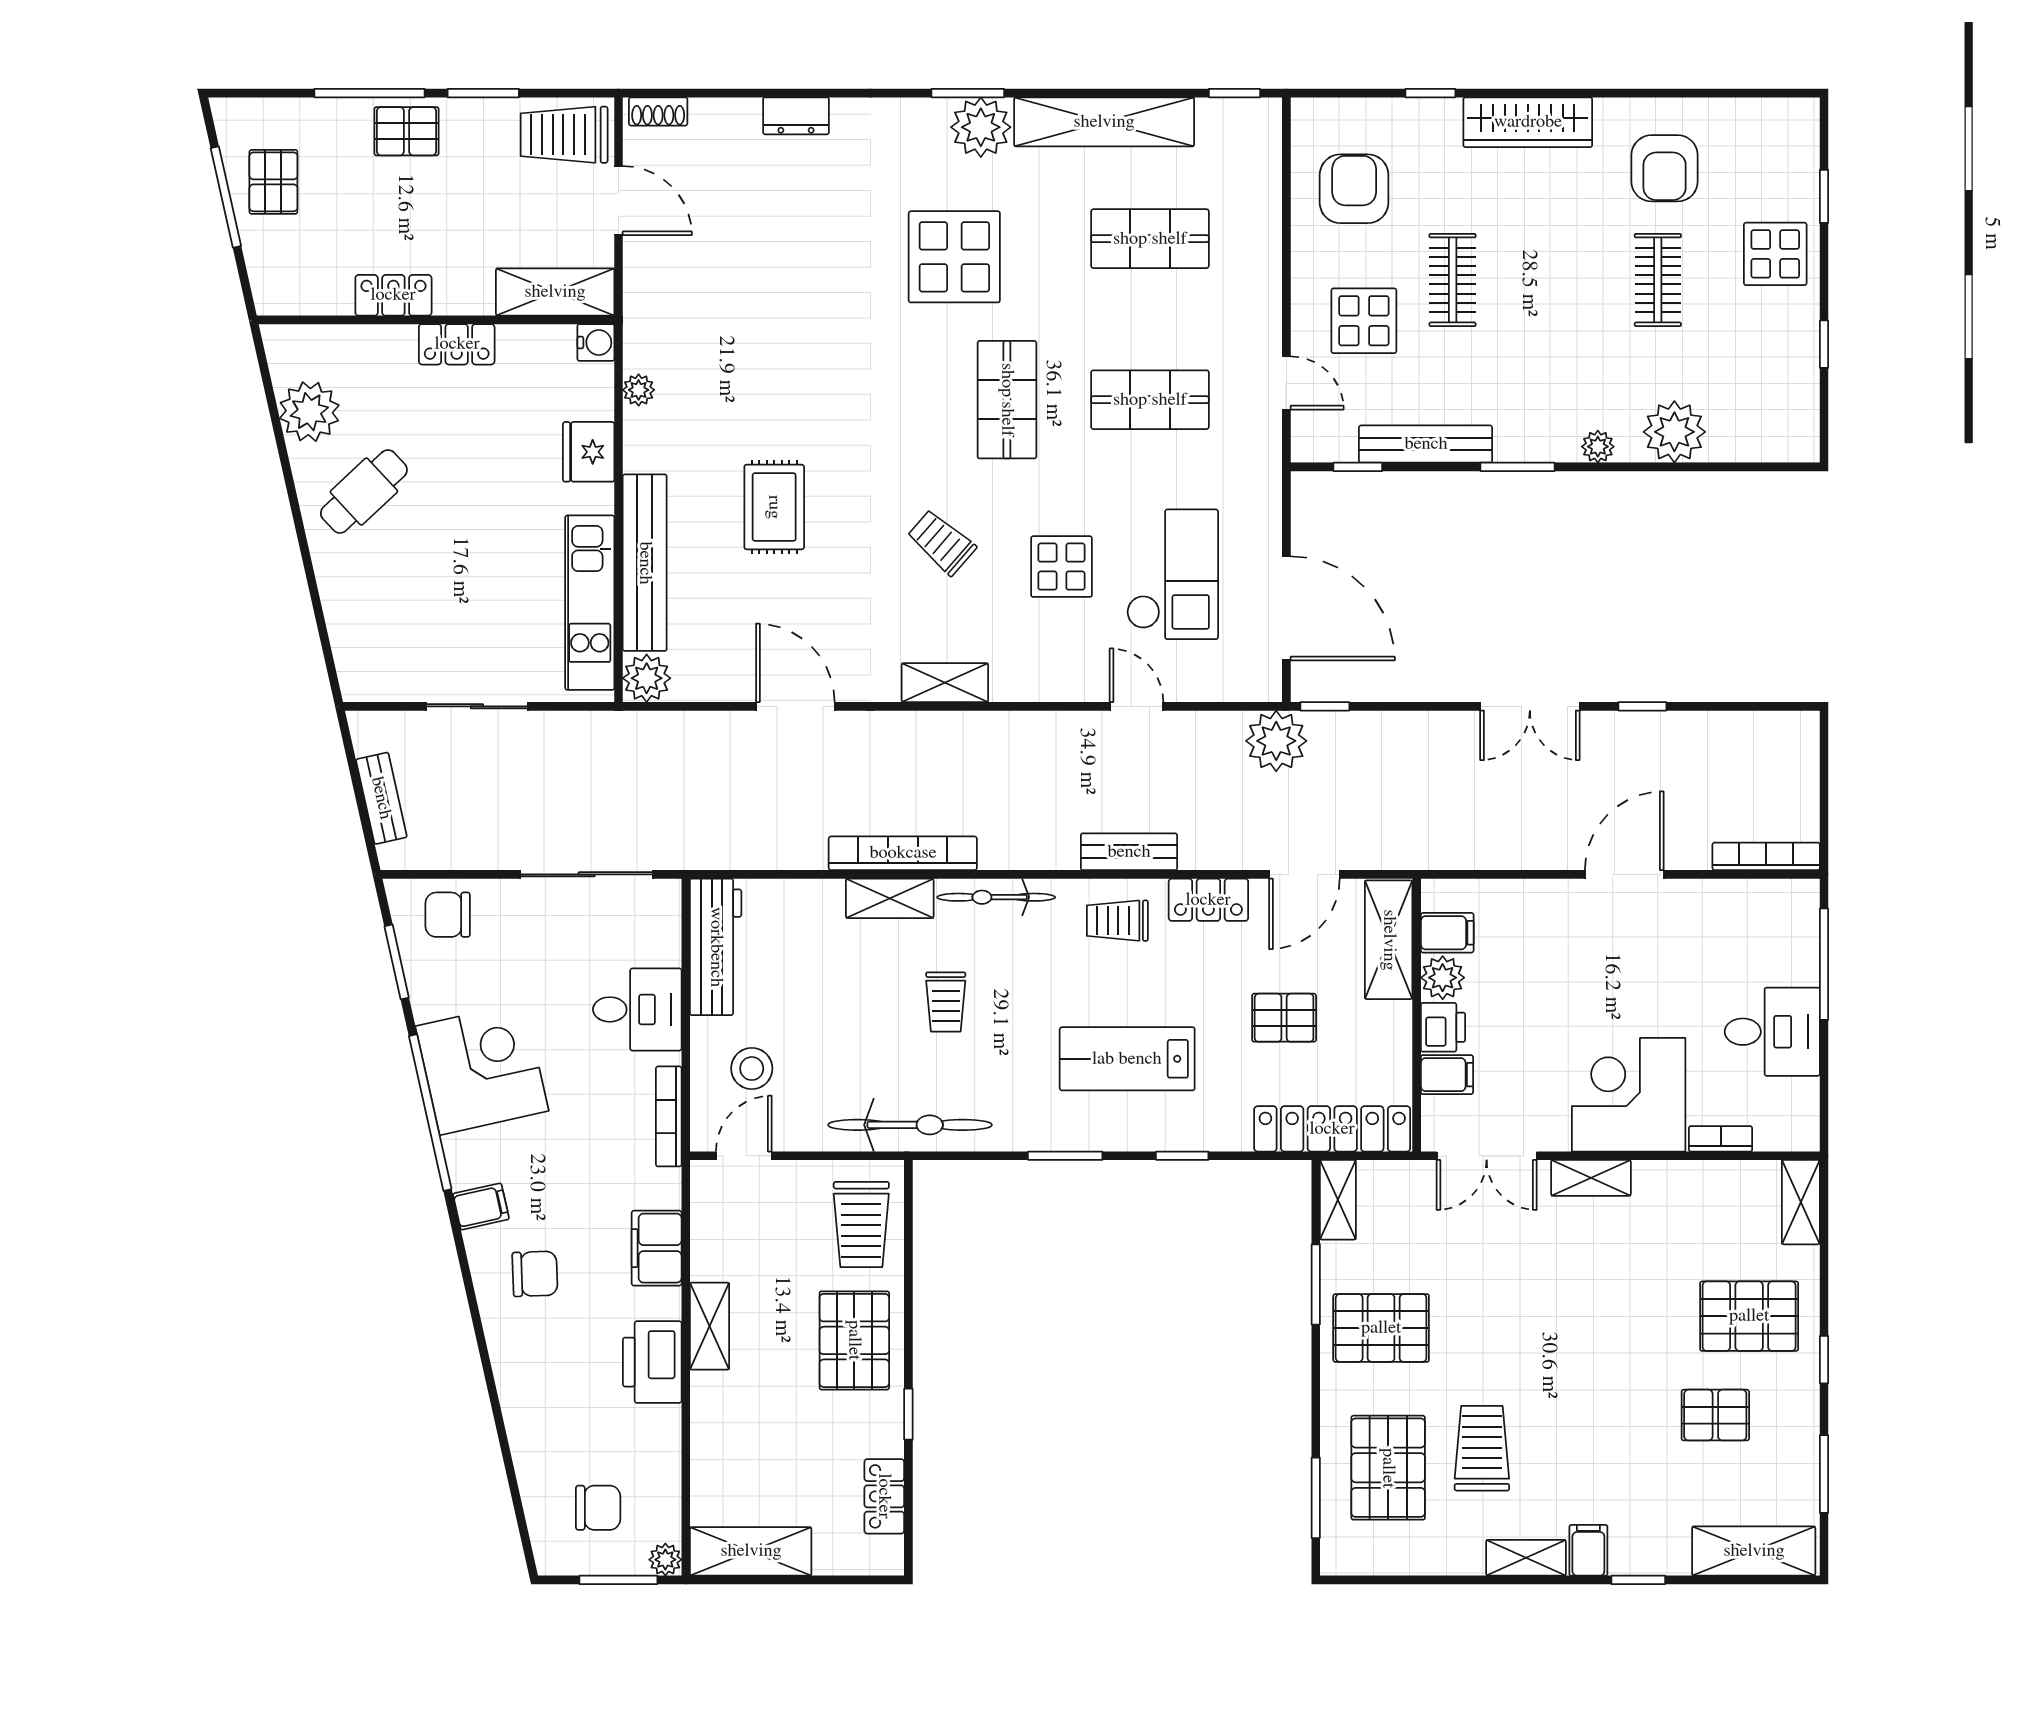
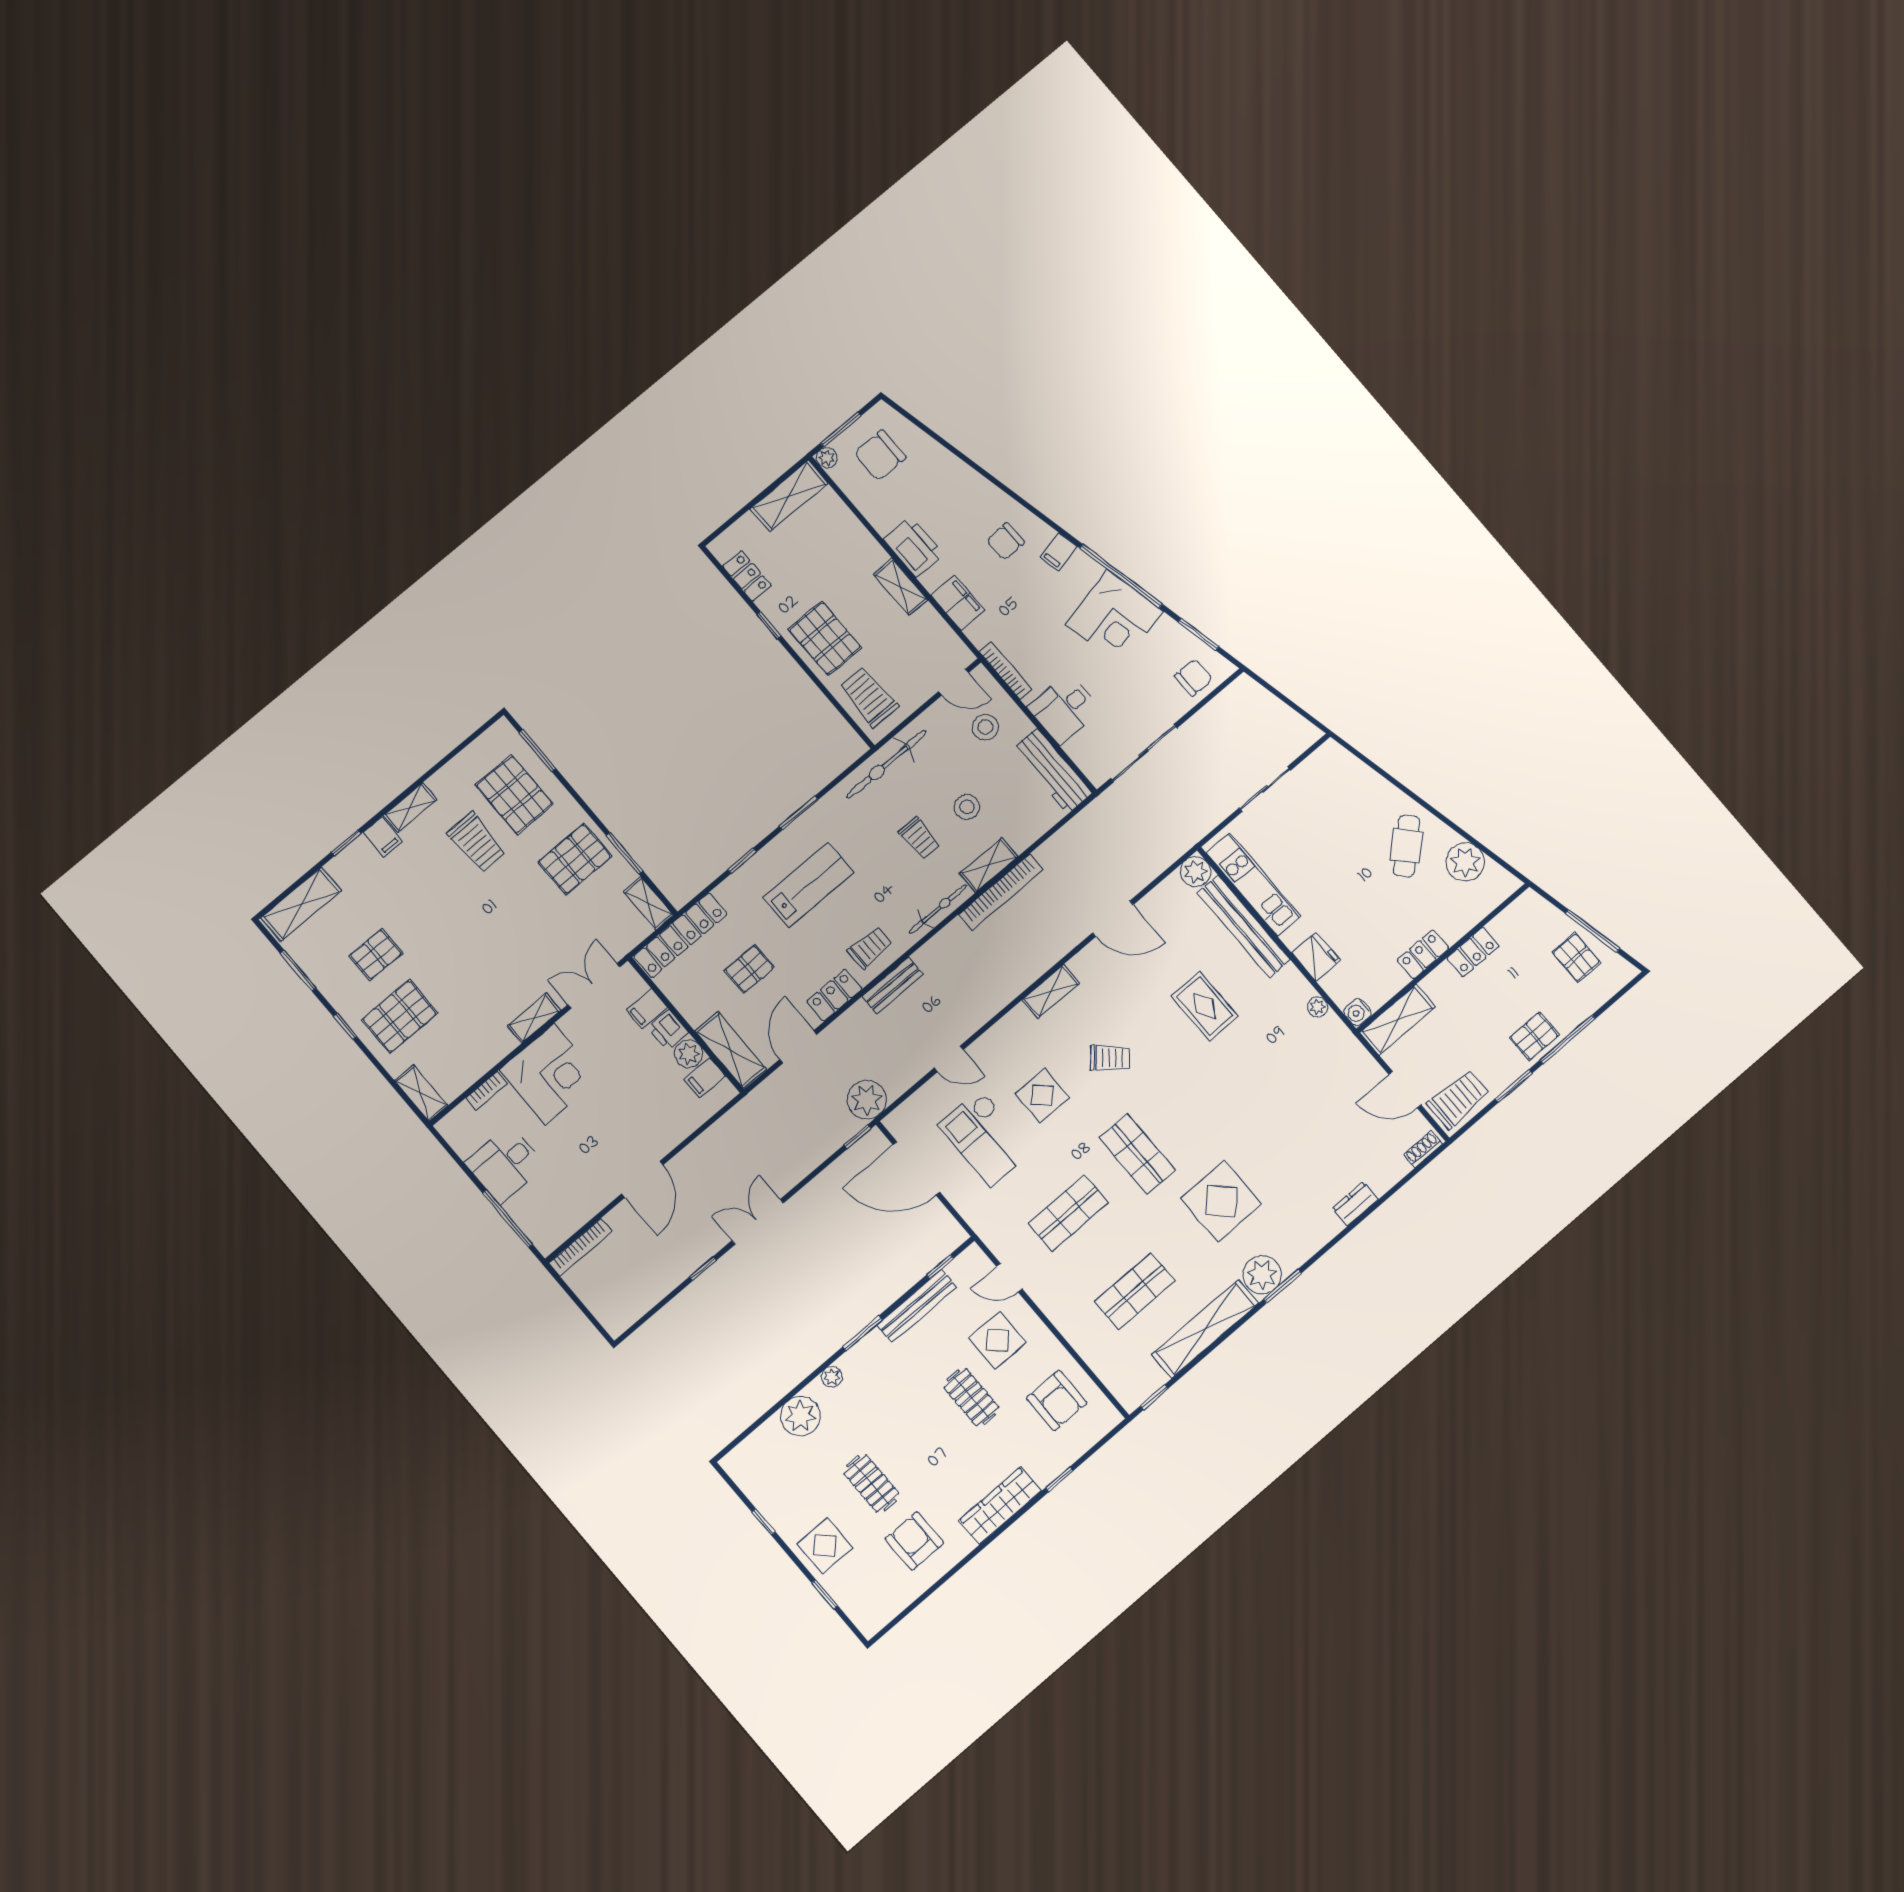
bench: (381, 798) -> (1273, 706), removed
stool: (856, 991) -> (967, 807), added
trolley: (946, 1002) -> (919, 838), turned 180
door: (744, 1156) -> (954, 682), hinge flipped
chair: (598, 1508) -> (880, 455), width x1.37, depth x1.37

